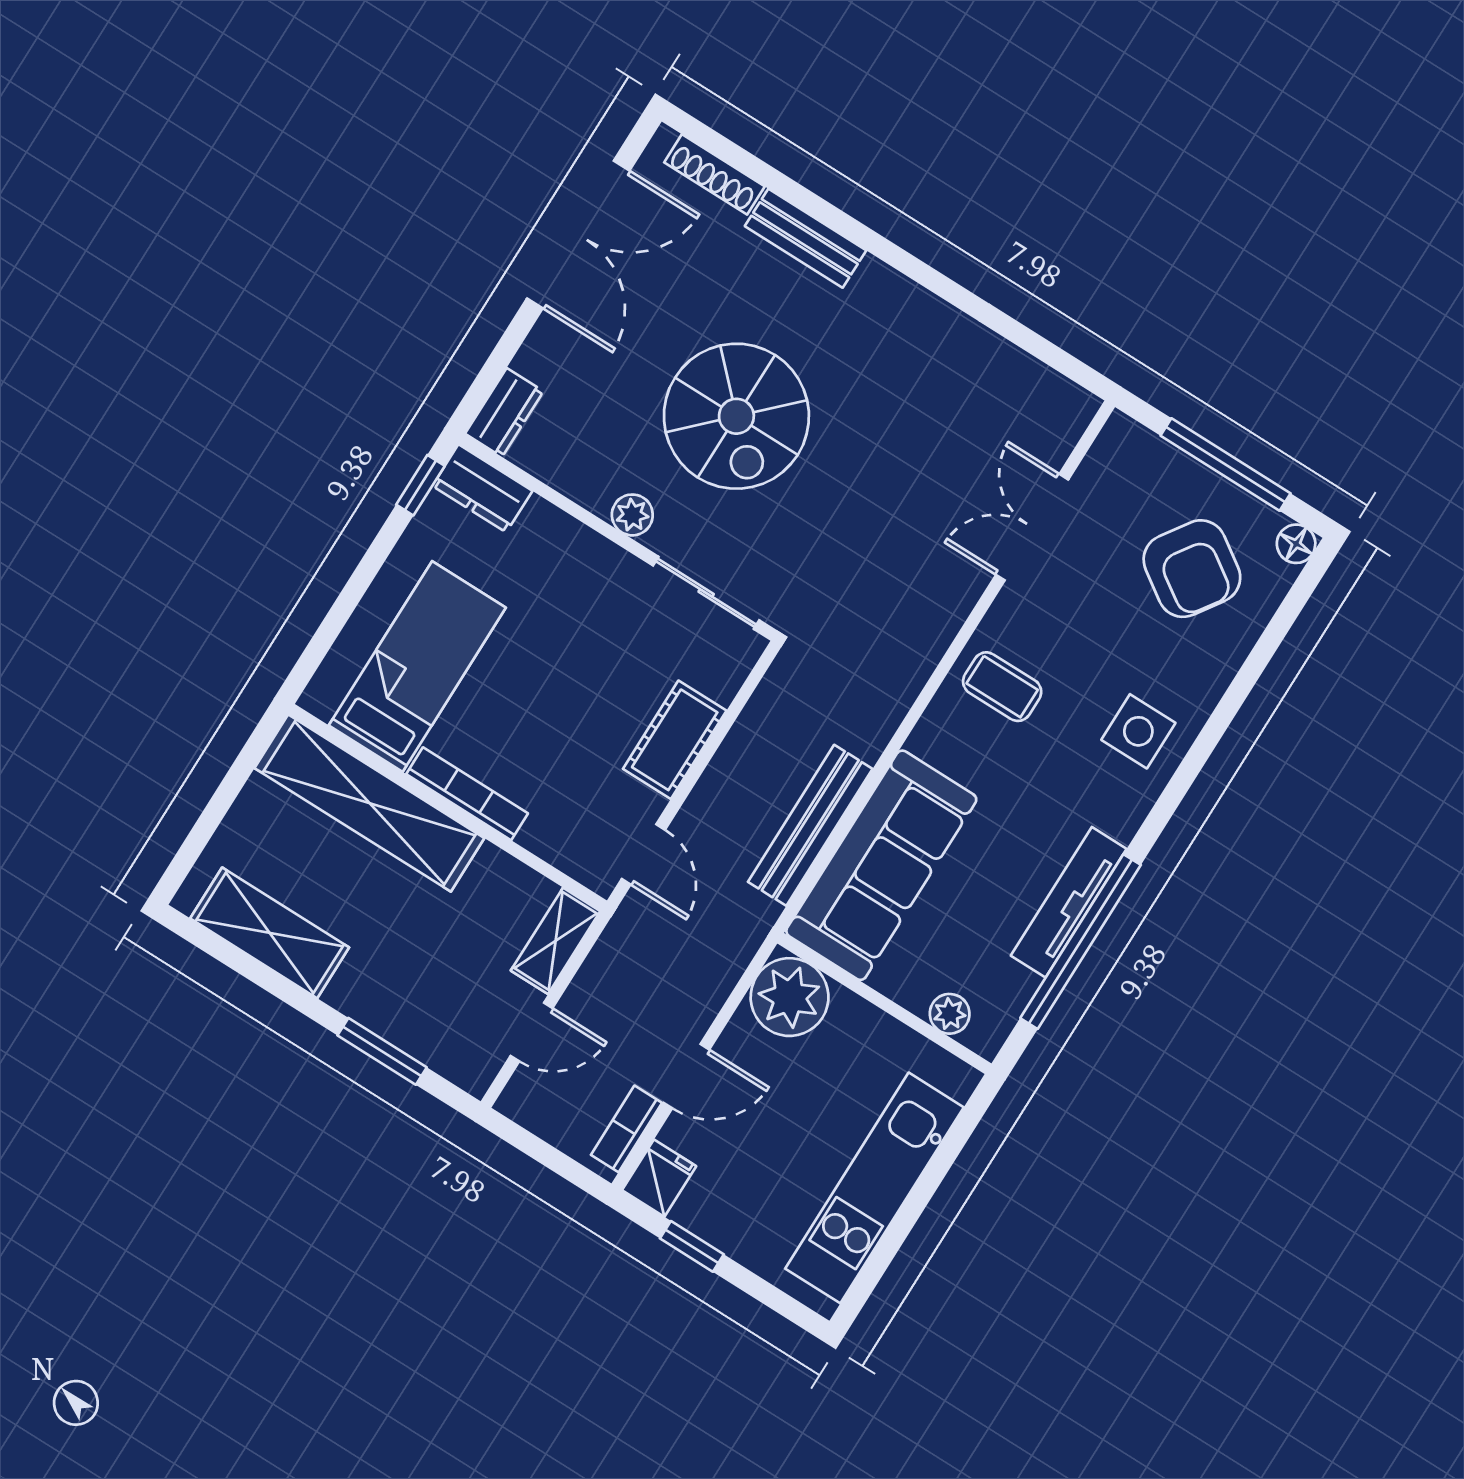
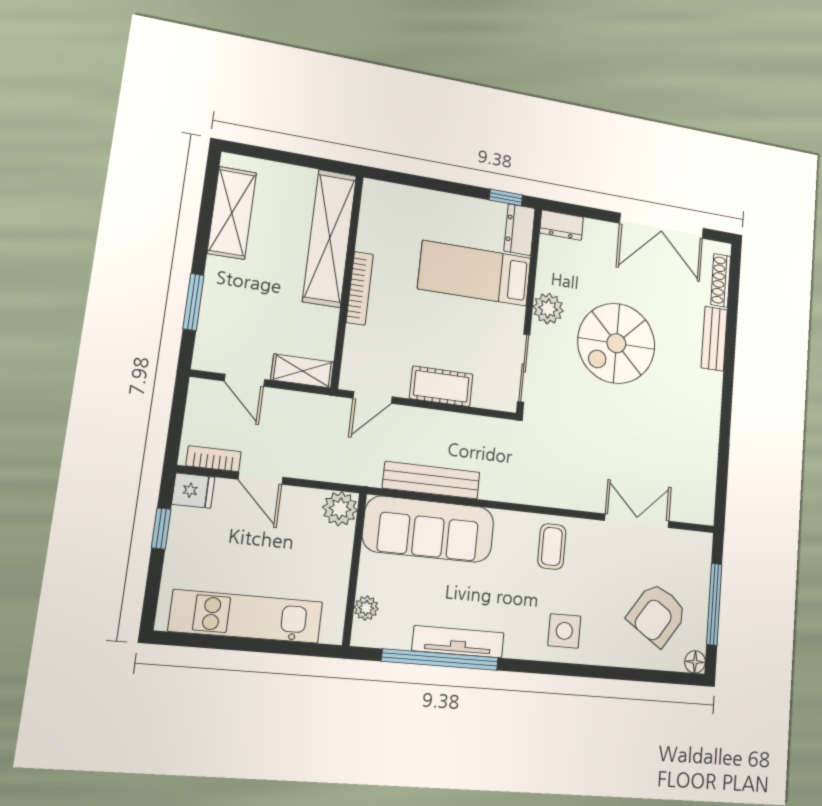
plant: (632, 515) -> (548, 309), width x1.38, depth x1.38
bed: (417, 667) -> (475, 273), moved, turned 180
plant: (790, 997) -> (340, 509), width x0.73, depth x0.73

